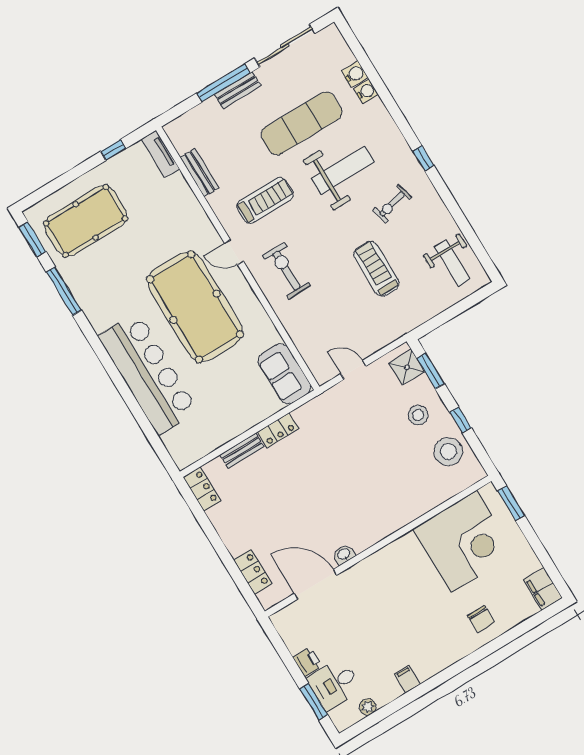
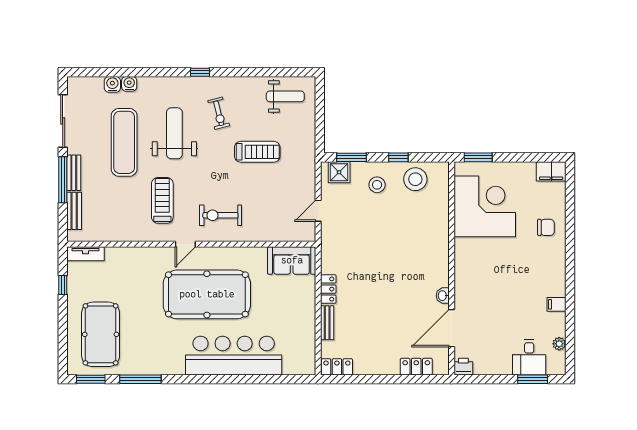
bench: (199, 172) -> (74, 211), moved, turned 90
treadmill: (376, 269) -> (257, 152), turned 180
printer: (307, 662) -> (463, 367), moved

